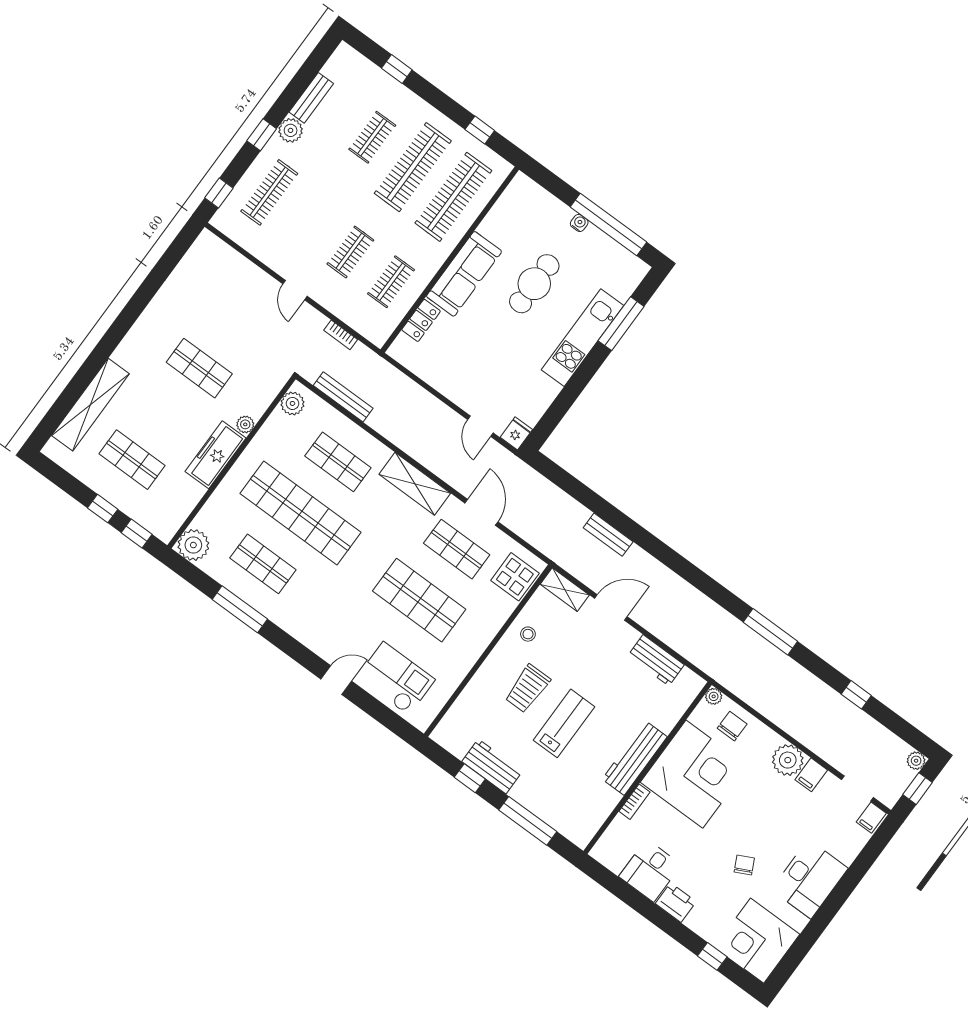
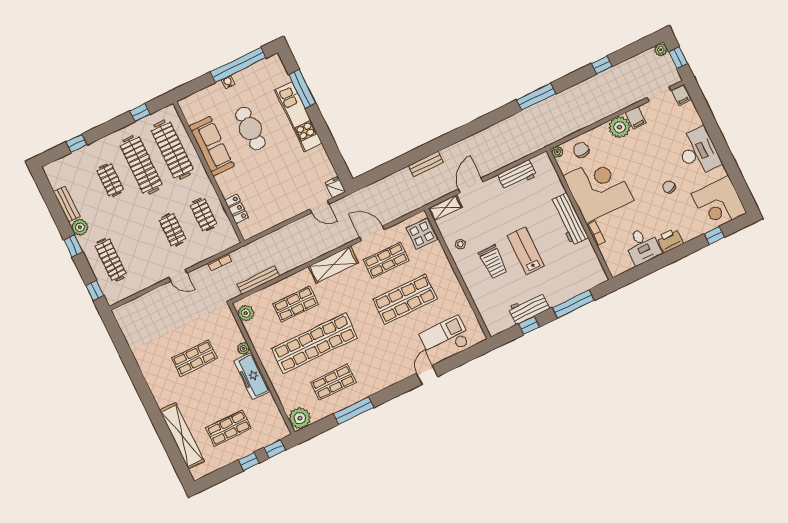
sofa: (464, 274) -> (211, 146), moved

